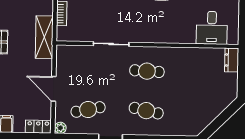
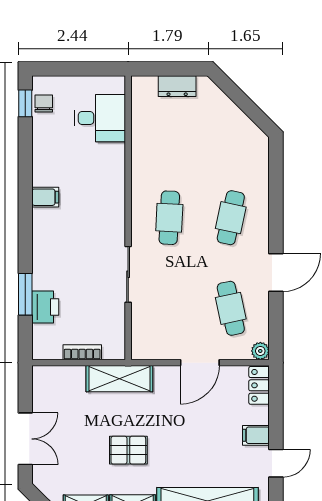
dresser: (232, 60) -> (177, 86), moved

